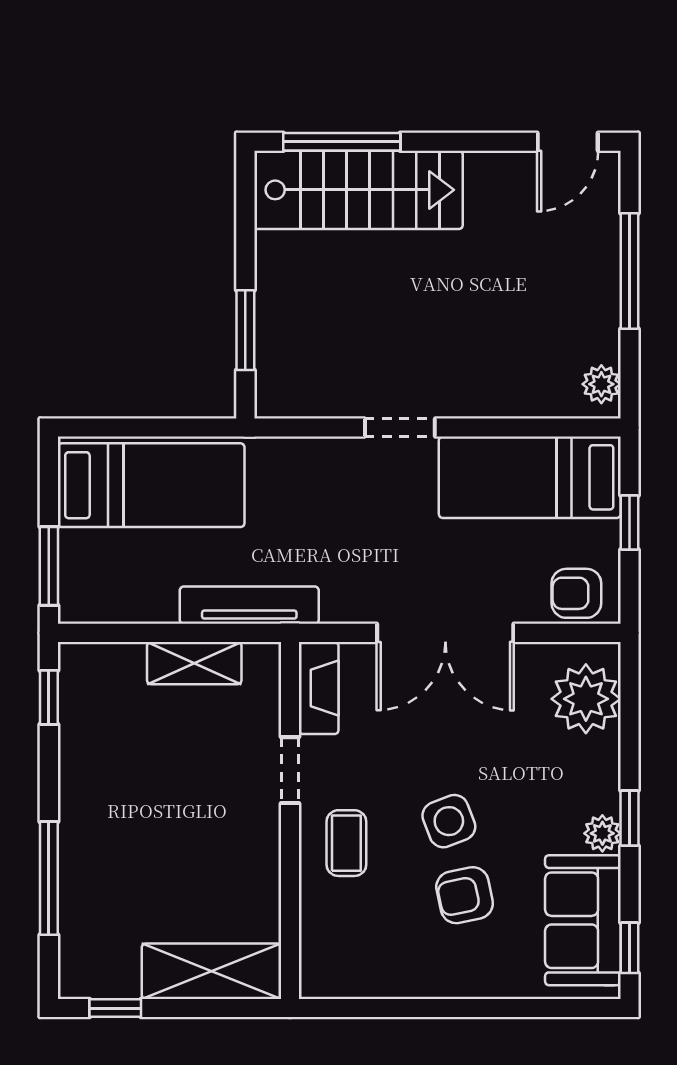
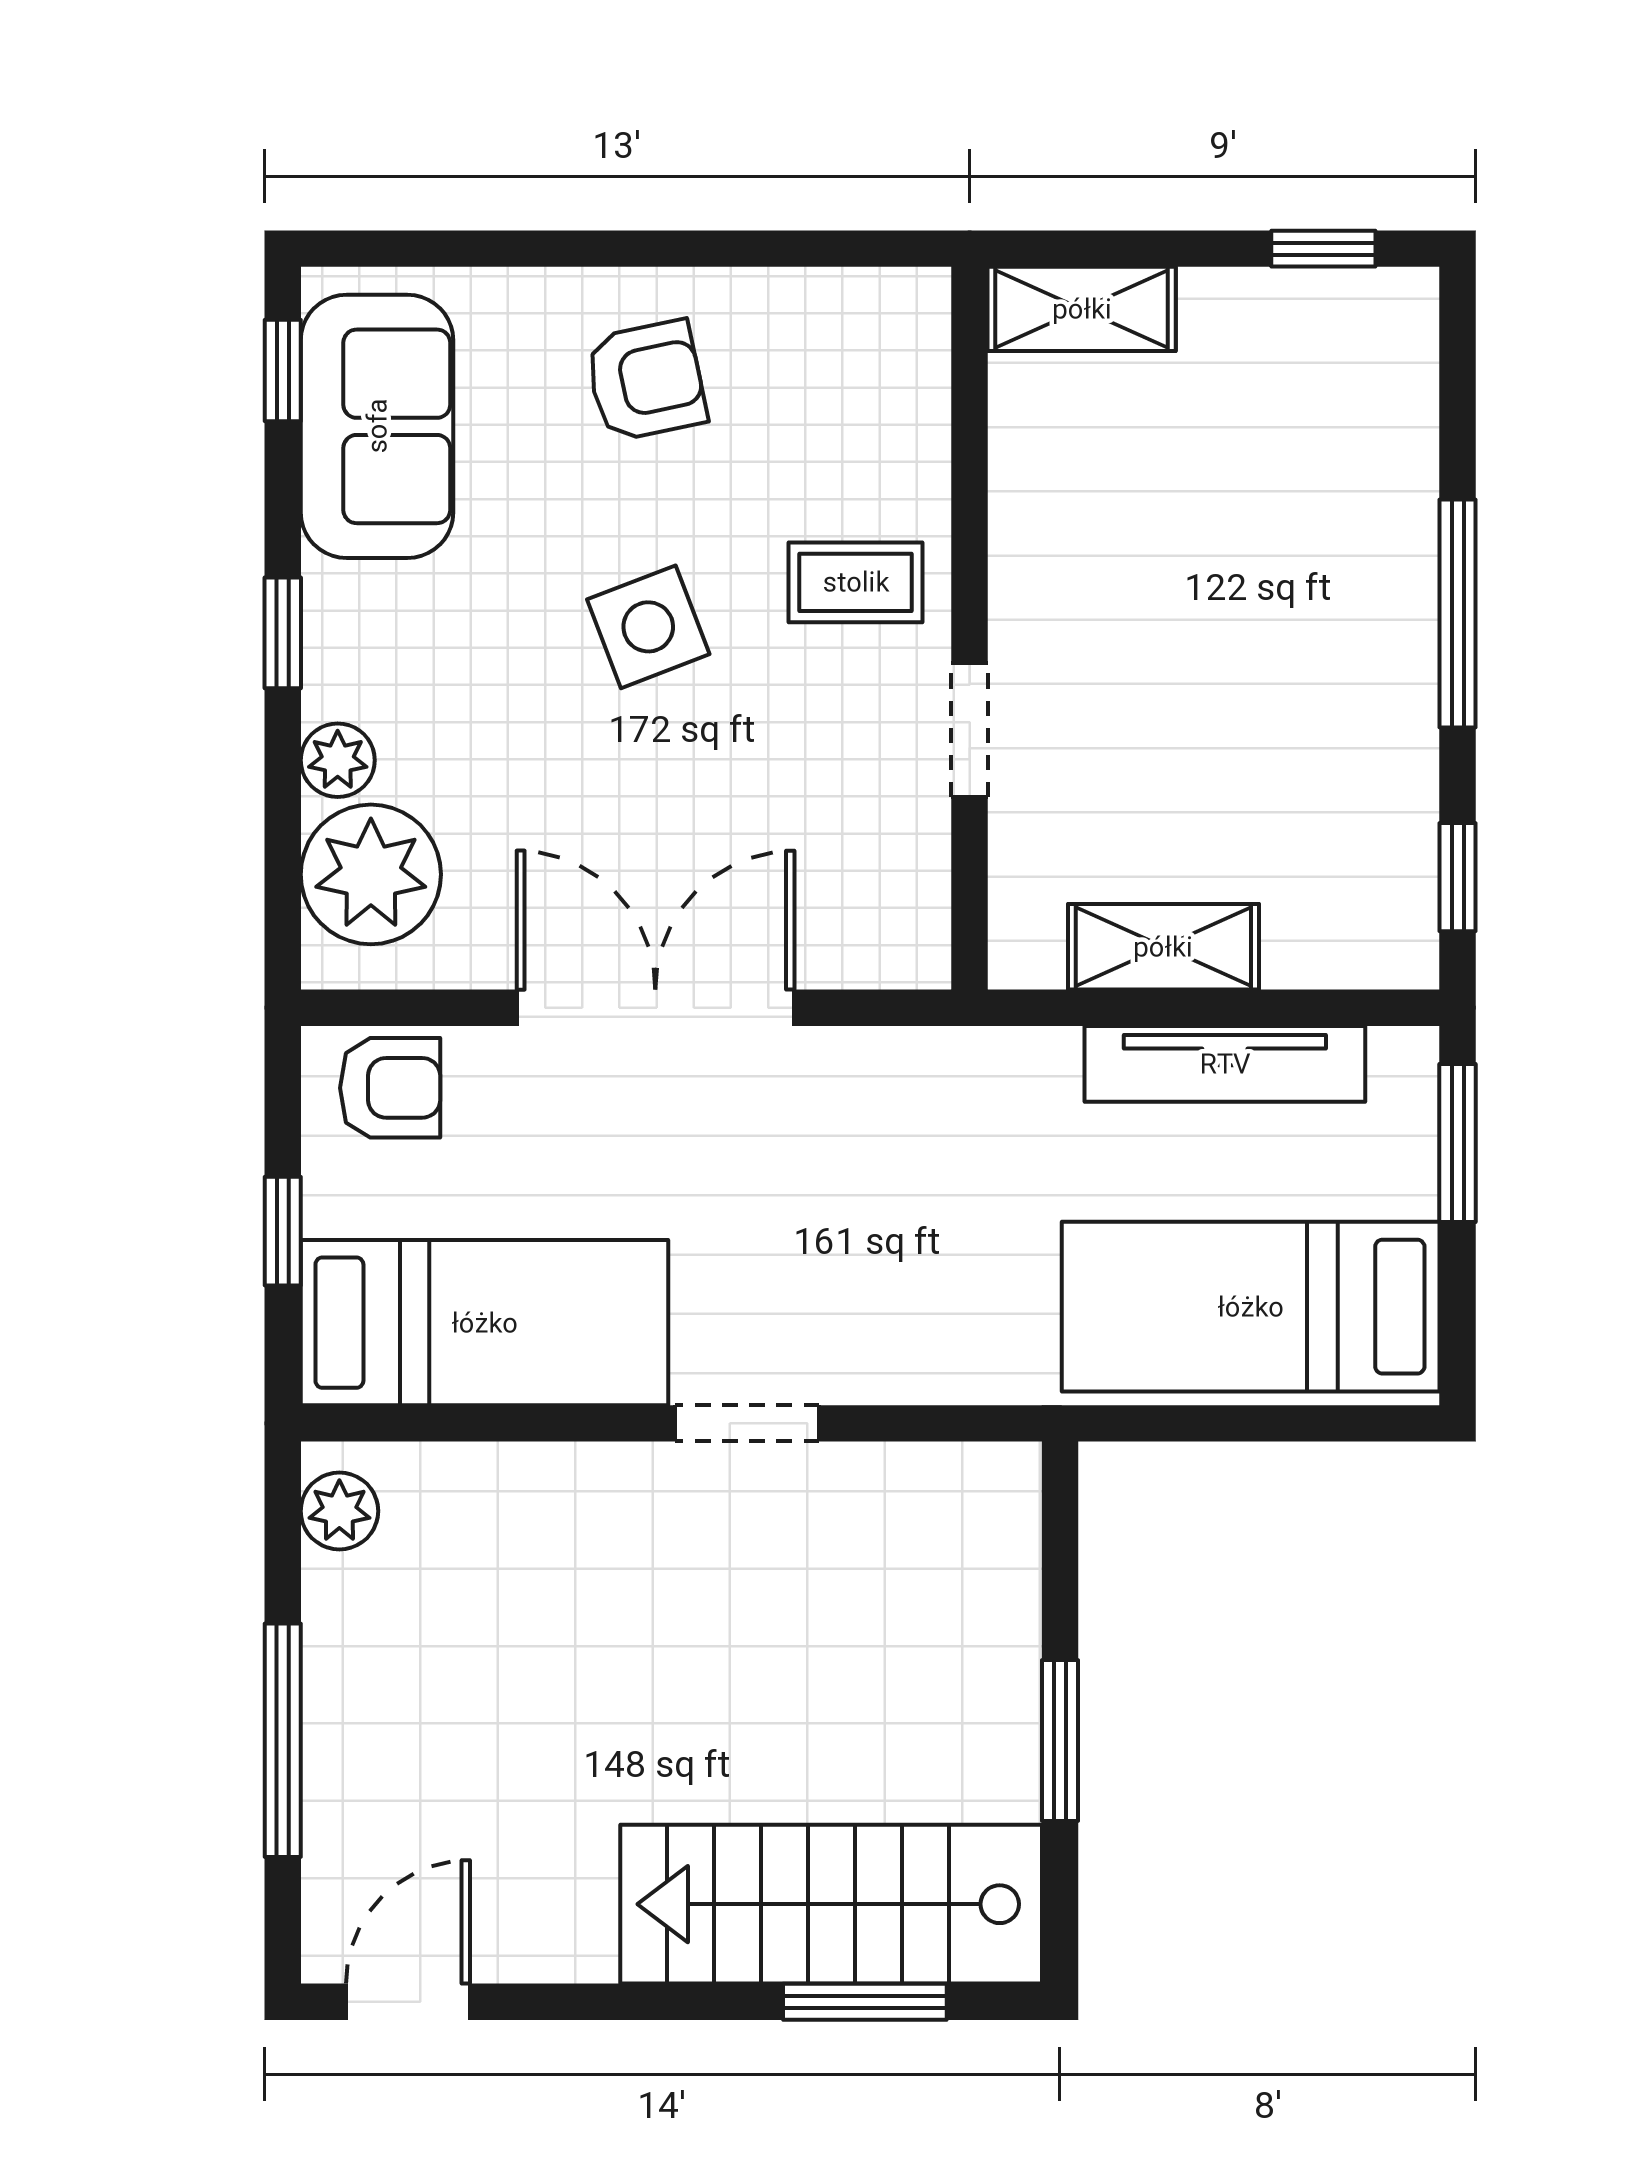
window: (342, 142) -> (865, 2002), width x0.69
window: (245, 330) -> (1060, 1740), moved
tv unit: (249, 605) -> (1225, 1064), moved
fireplace: (319, 688) -> (912, 896), removed
plant: (602, 833) -> (338, 760), moved
coffee table: (346, 843) -> (856, 582), turned 90
window: (49, 878) -> (1458, 614), moved
armchair: (465, 895) -> (646, 381), moved
shelving: (211, 971) -> (1082, 309), width x0.67, depth x0.75

